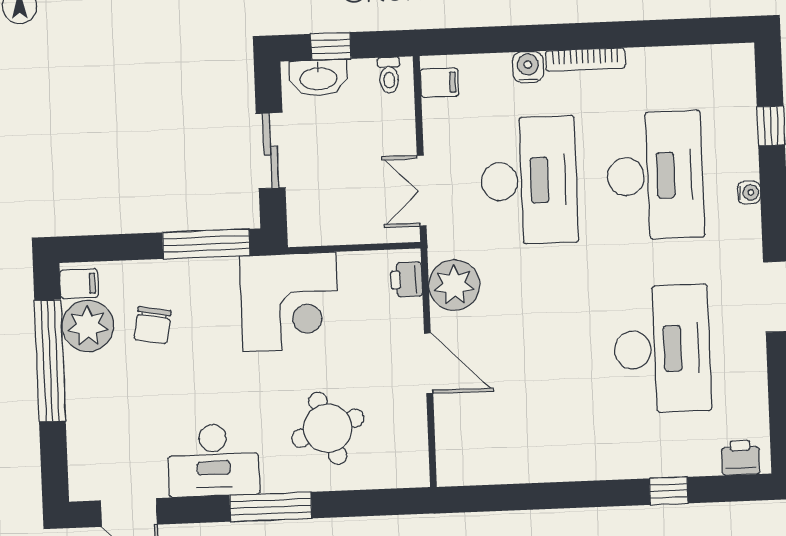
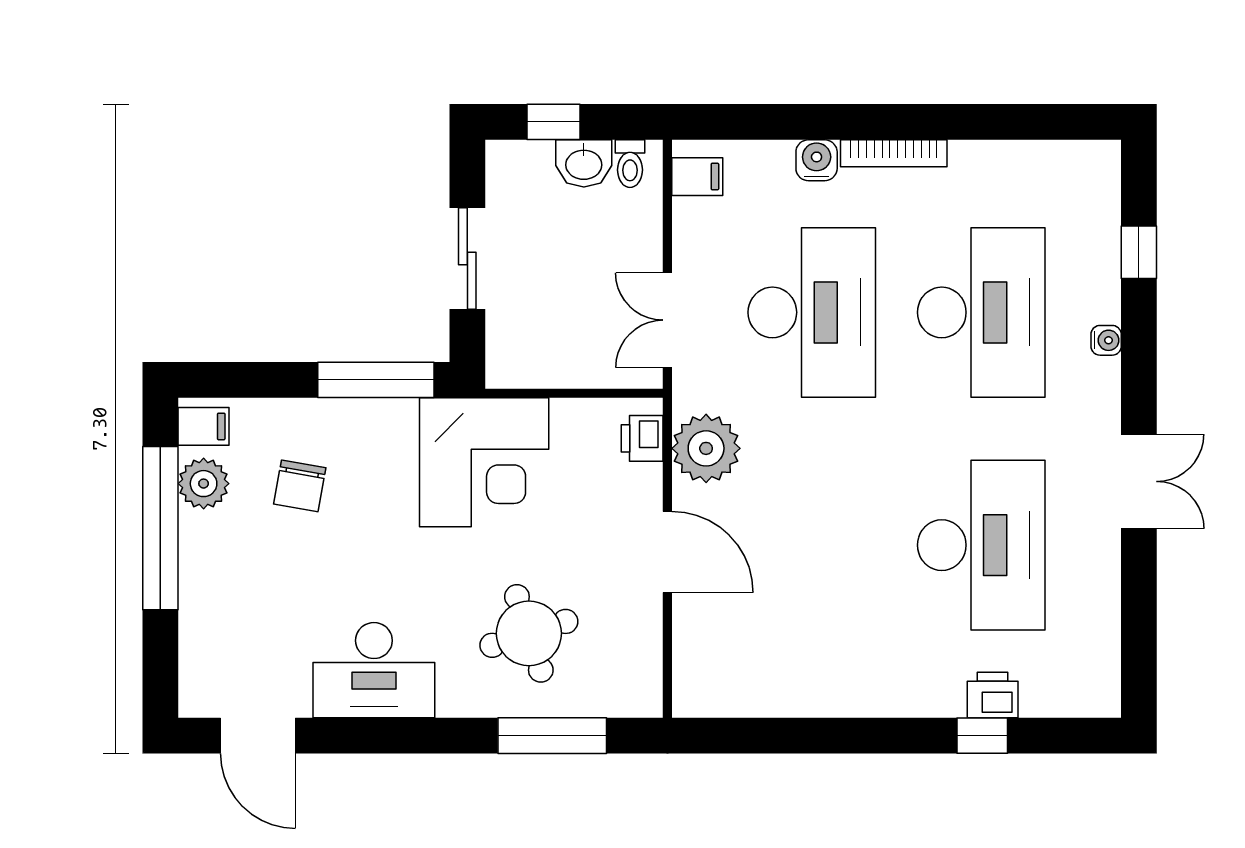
washbasin: (318, 78) -> (584, 163), moved, width x0.72
plant: (88, 326) -> (204, 484), width x0.73, depth x0.73
printer: (740, 458) -> (993, 695), moved
window: (271, 507) -> (552, 736), moved

